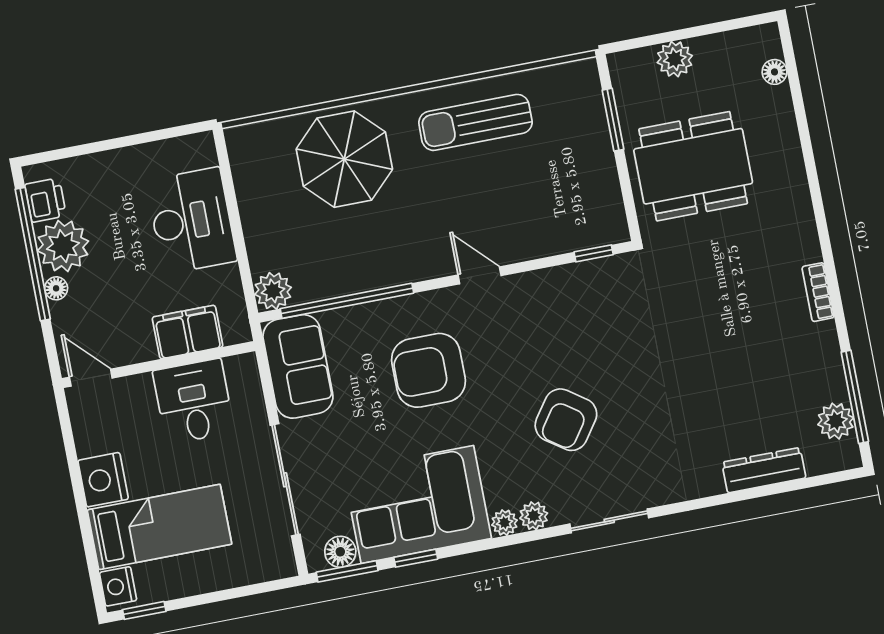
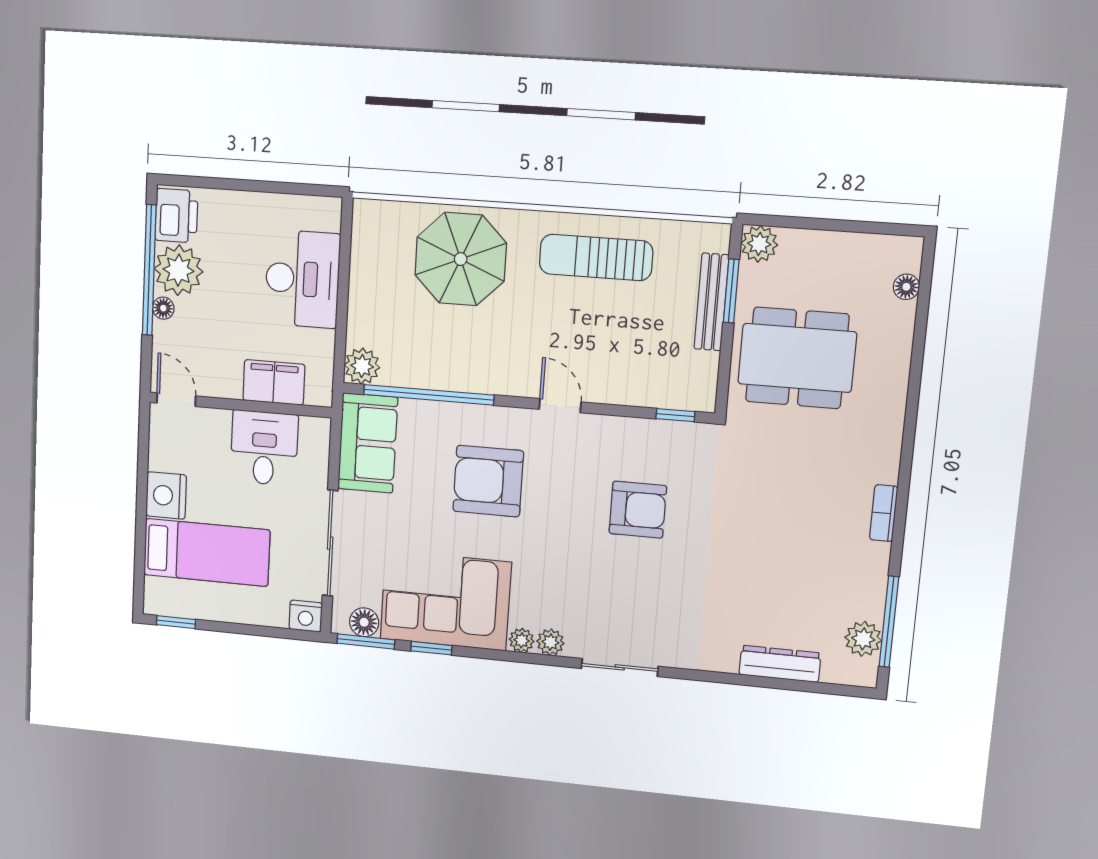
plant: (675, 59) -> (759, 244), moved
bench: (597, 135) -> (712, 302), added
printer: (46, 200) -> (176, 216), width x1.36, depth x1.24
armchair: (566, 420) -> (638, 510), moved, turned -125
nightstand: (118, 586) -> (306, 616), moved, turned -90

